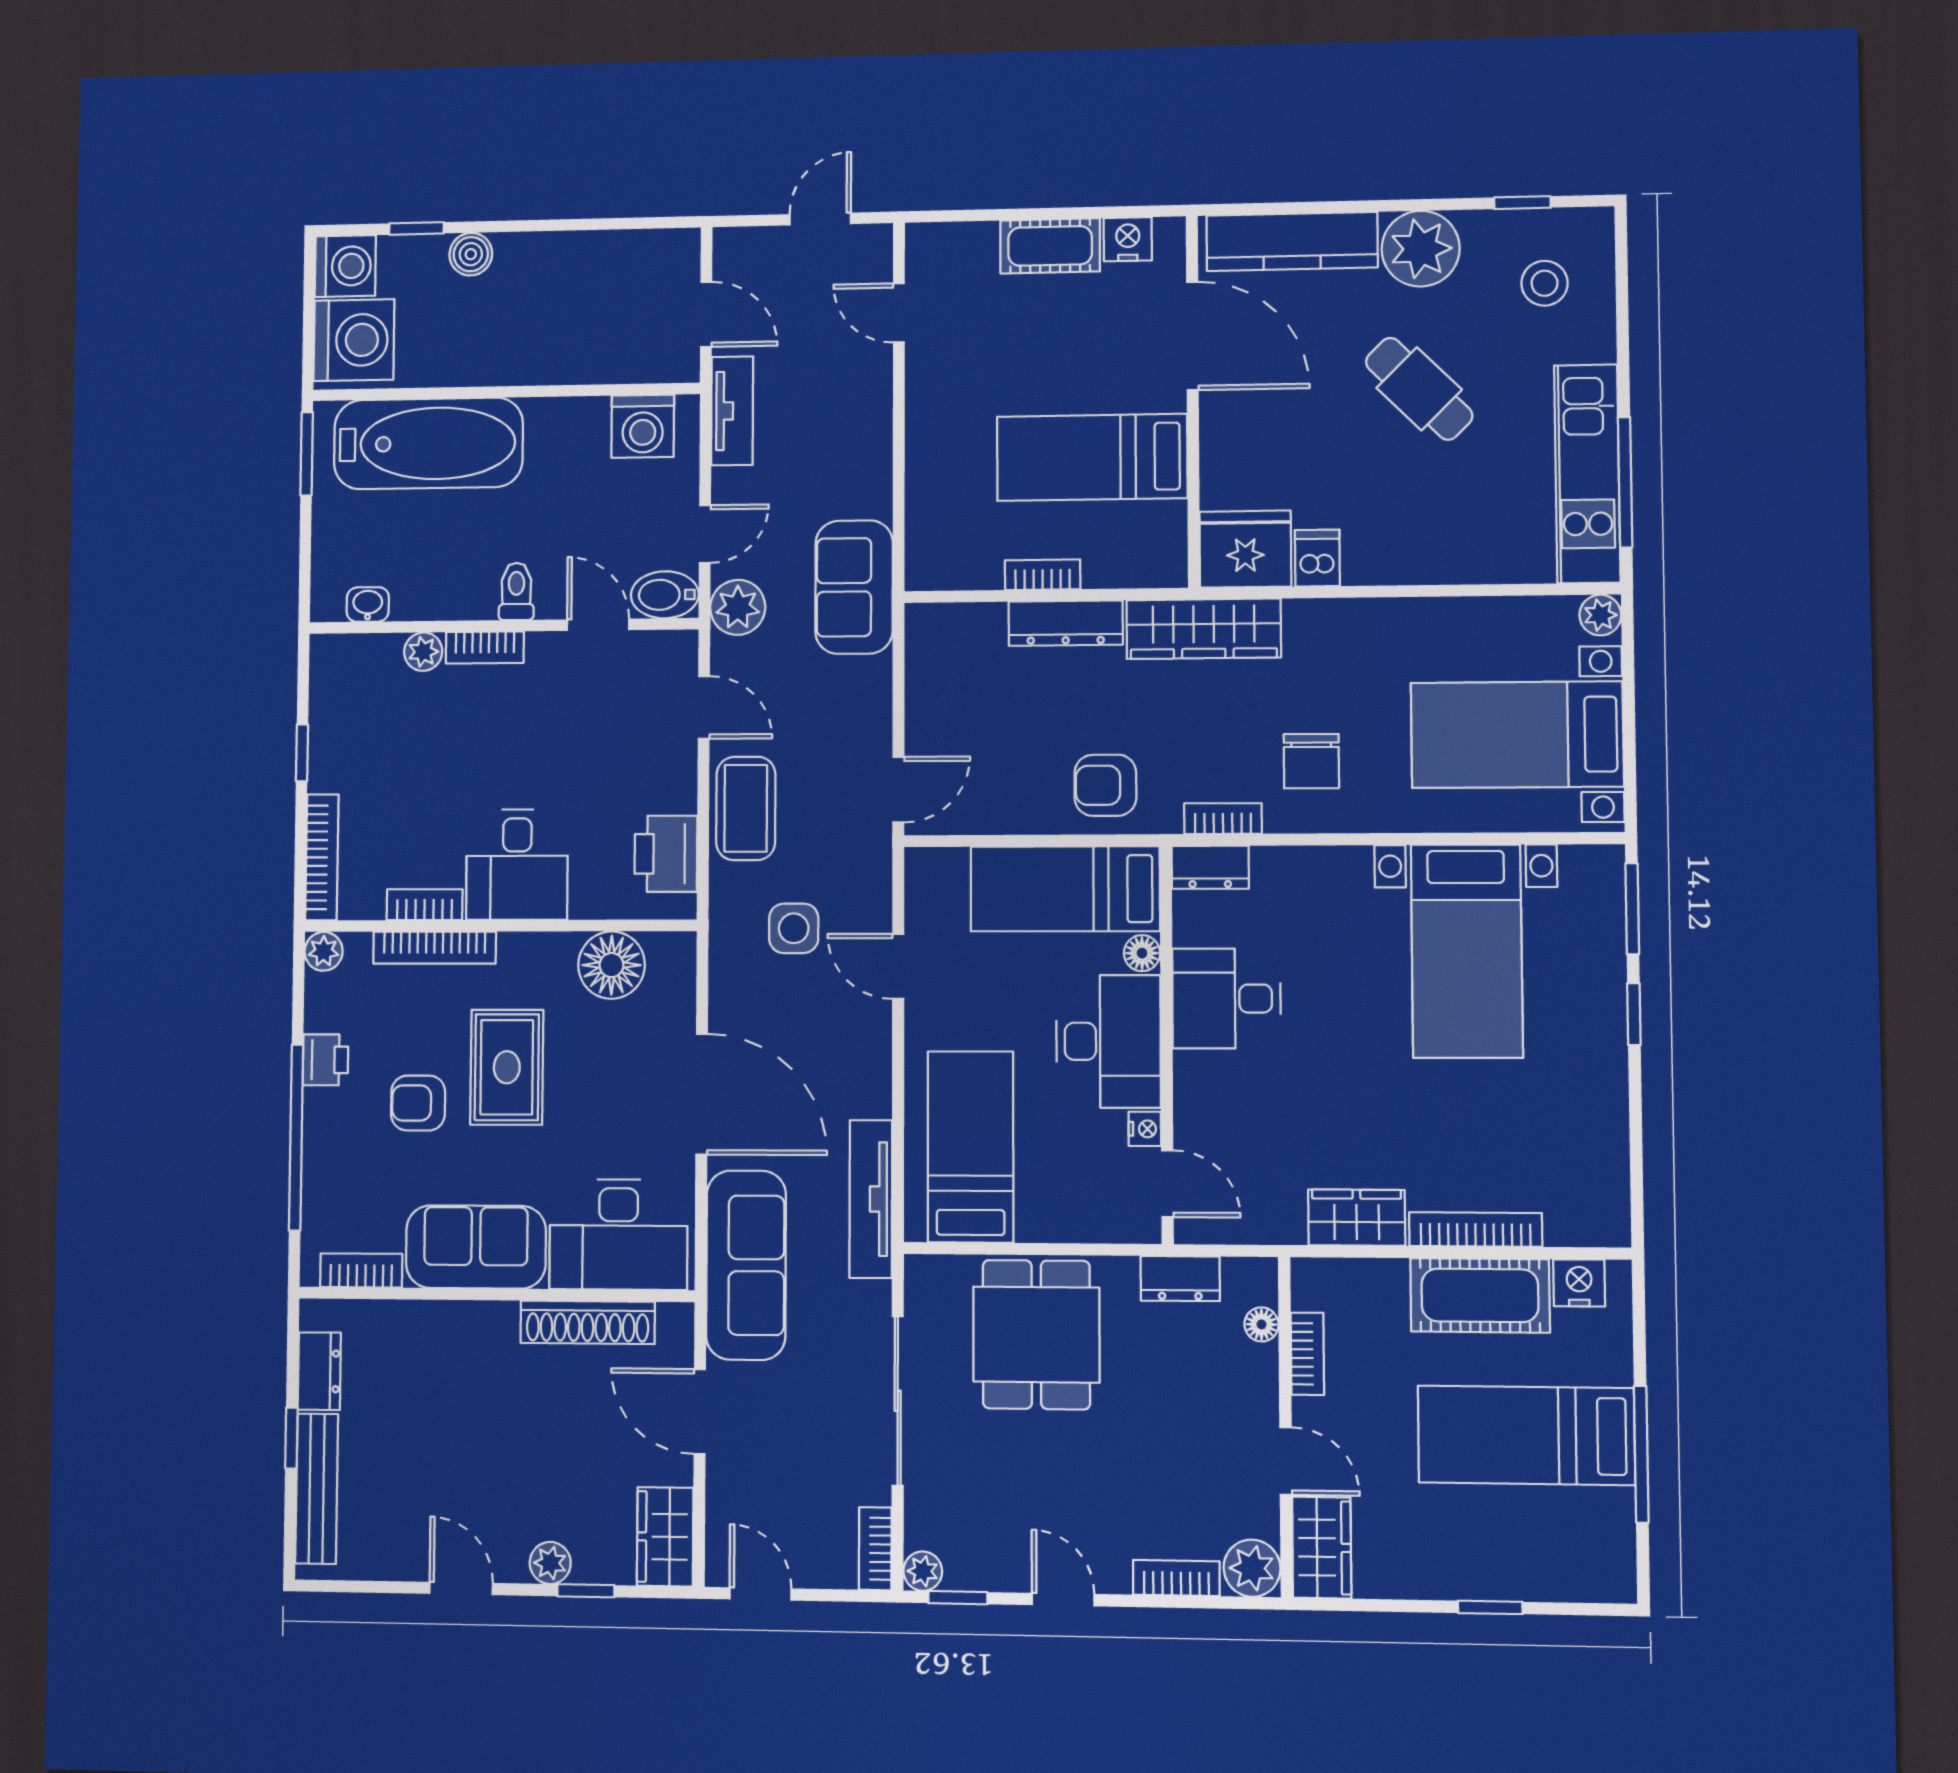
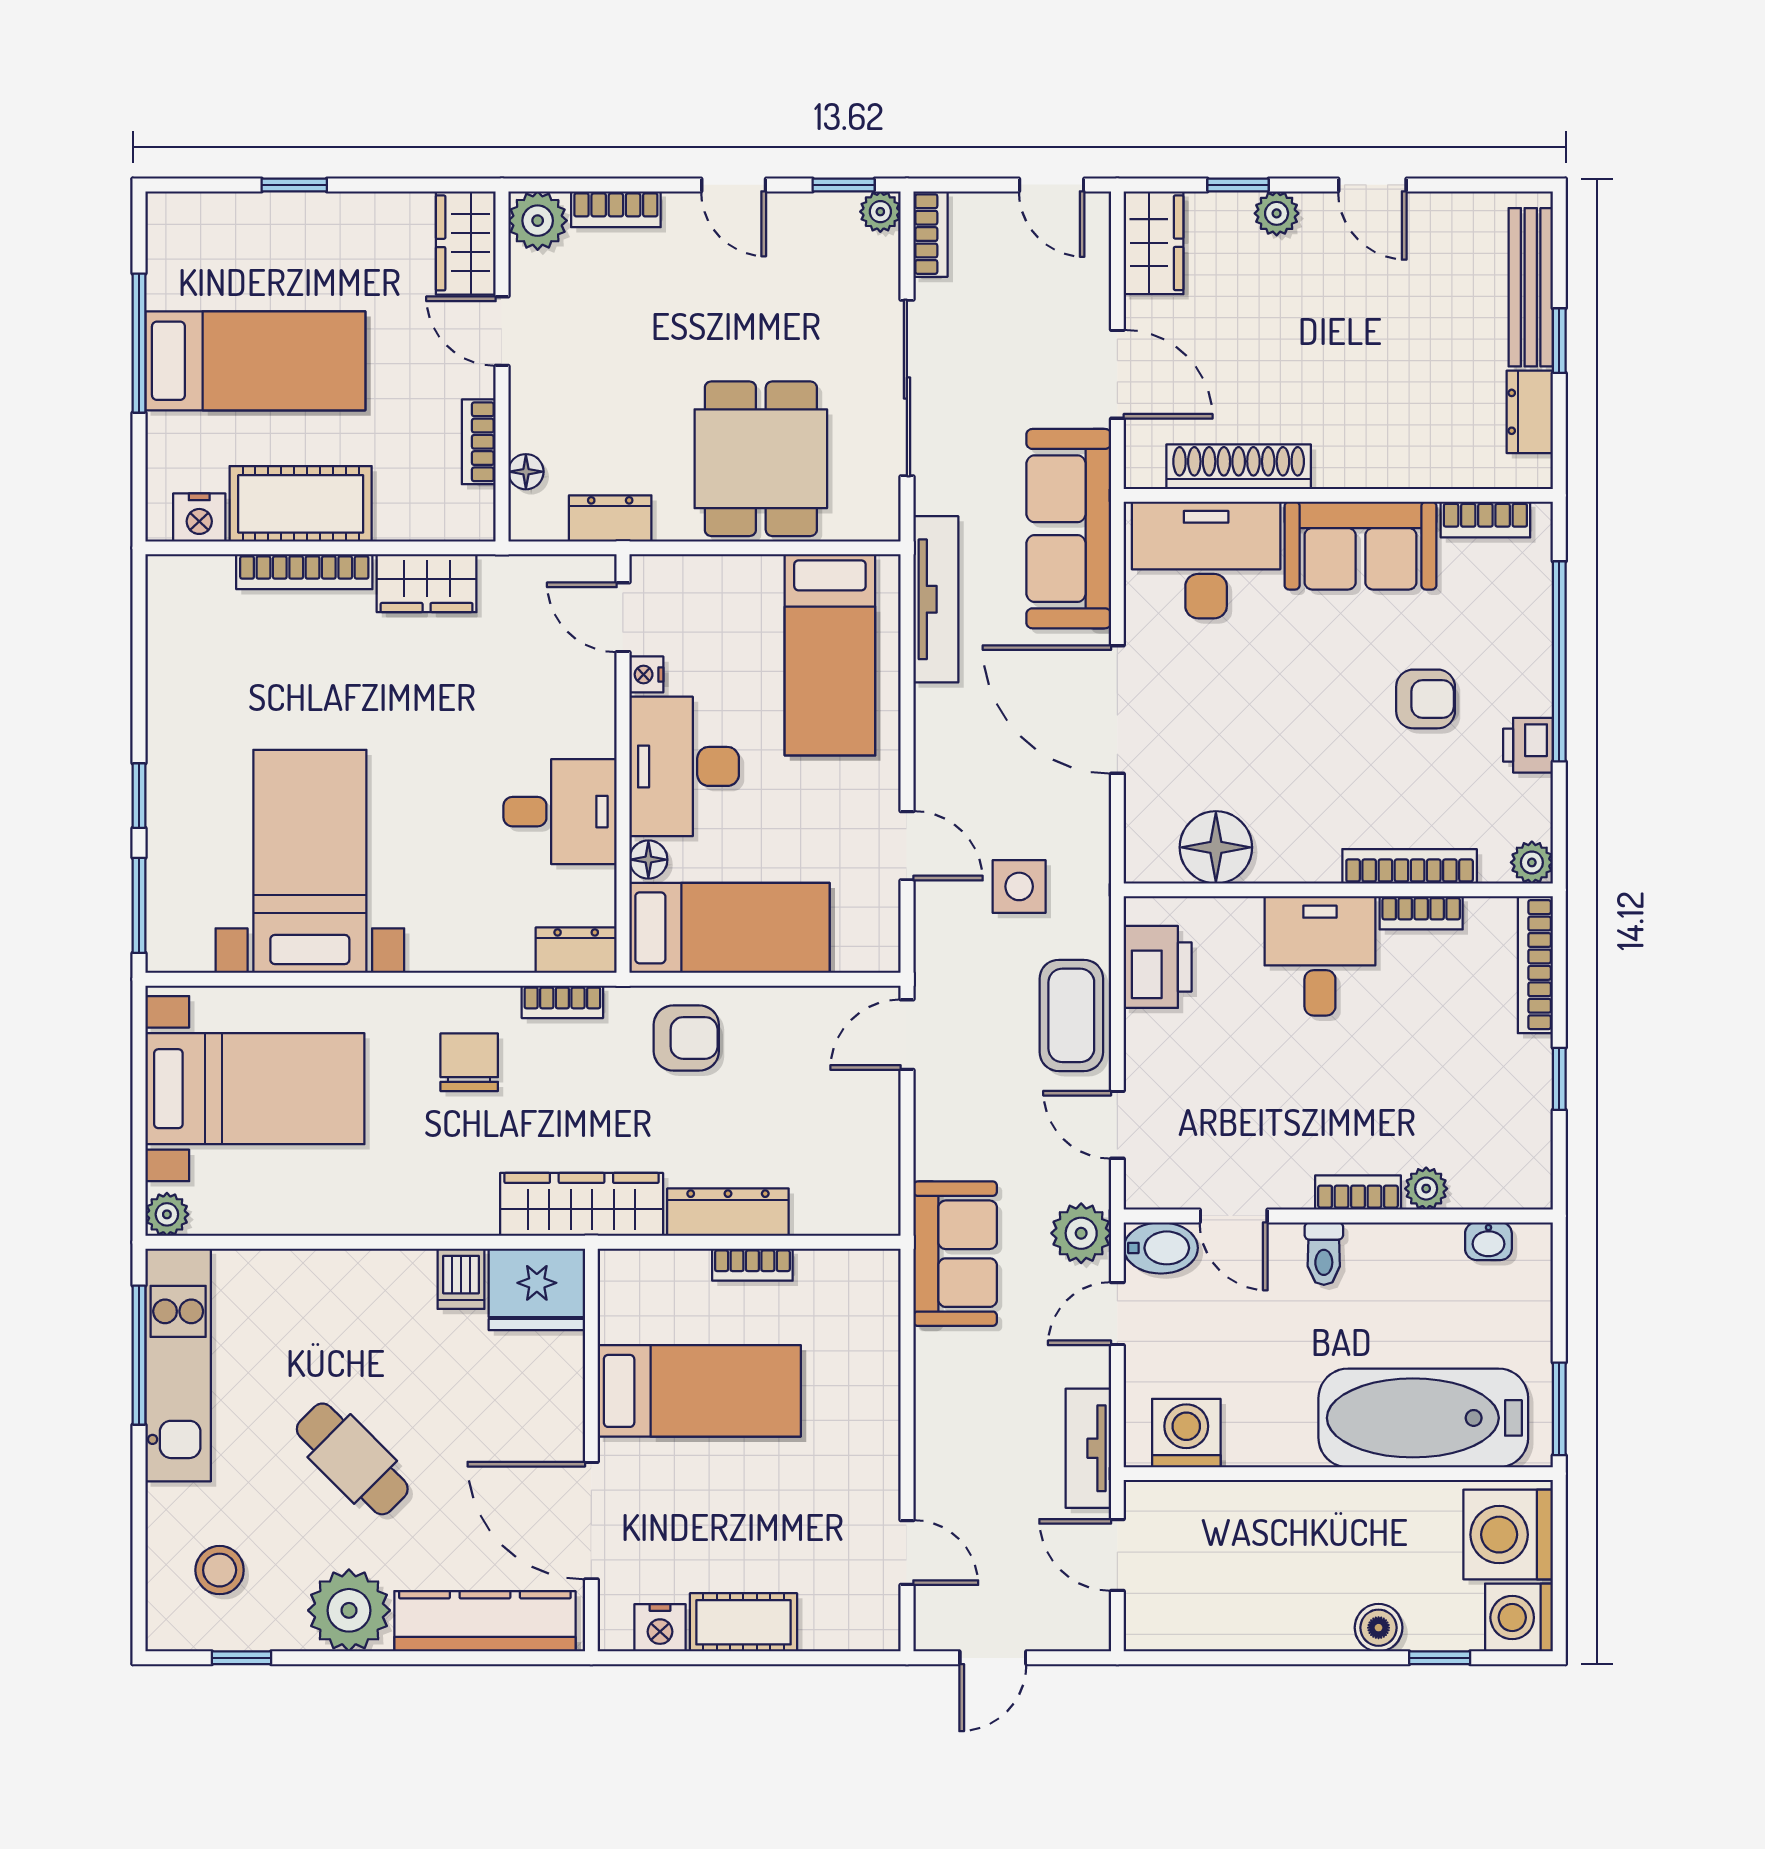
rug: (507, 1067) -> (1329, 738), removed

